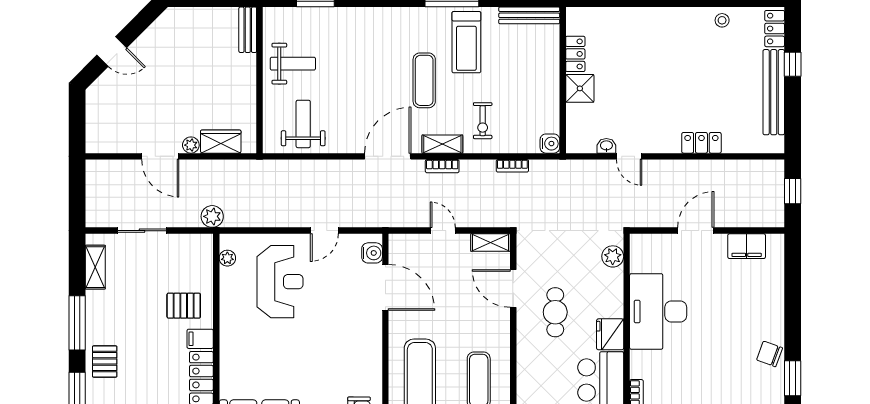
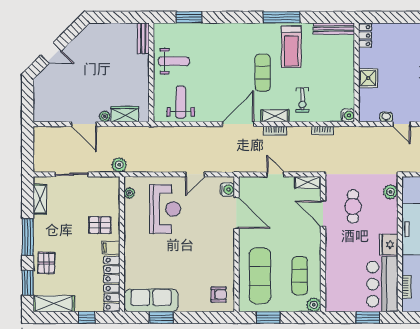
locker: (575, 54) -> (365, 36), moved
cafe table: (555, 312) -> (353, 206), moved

